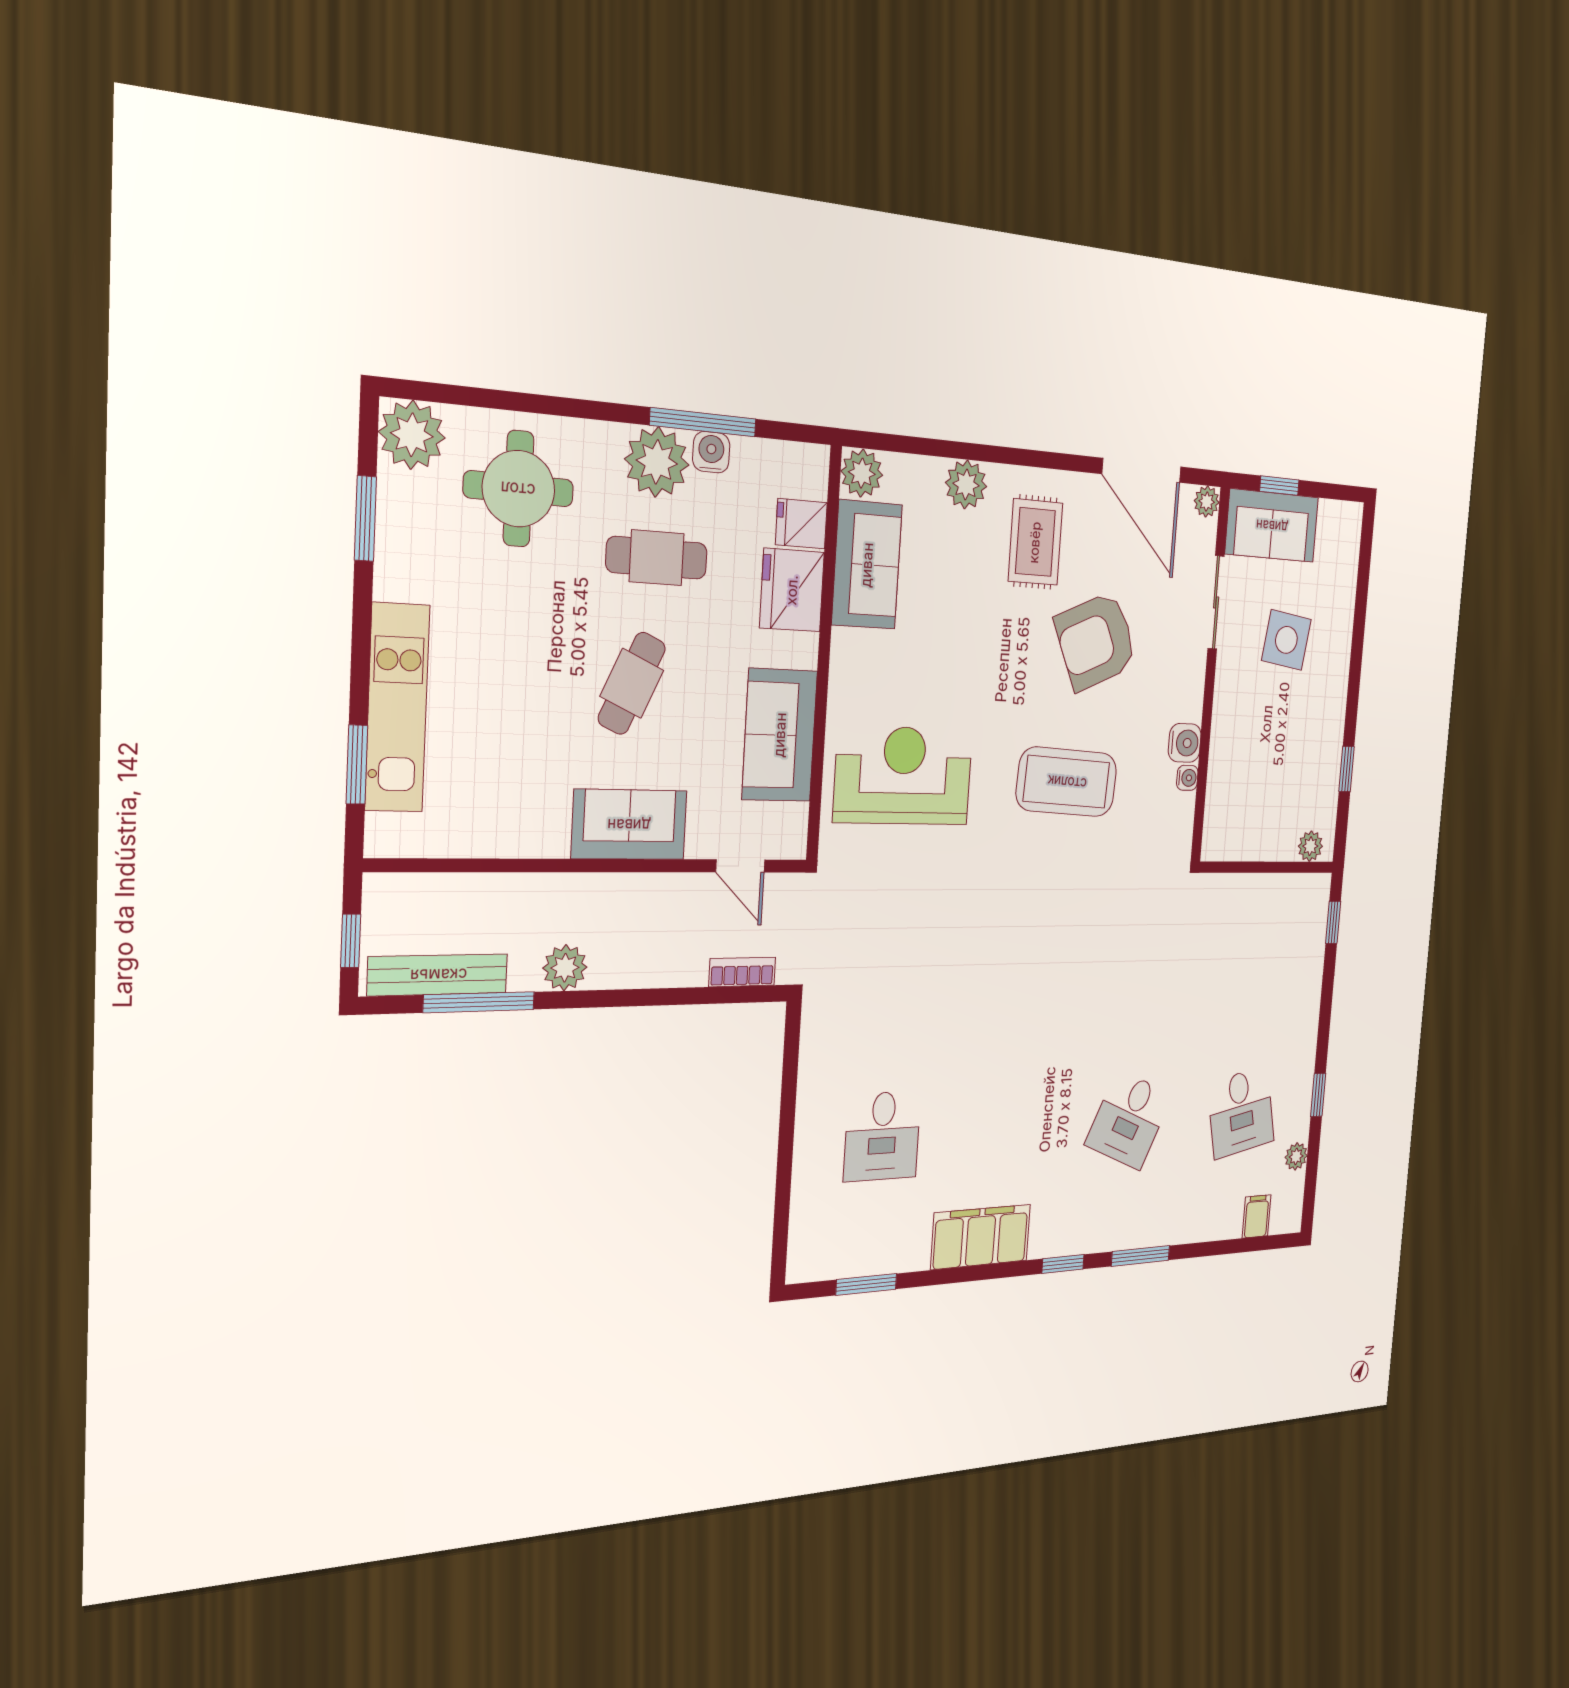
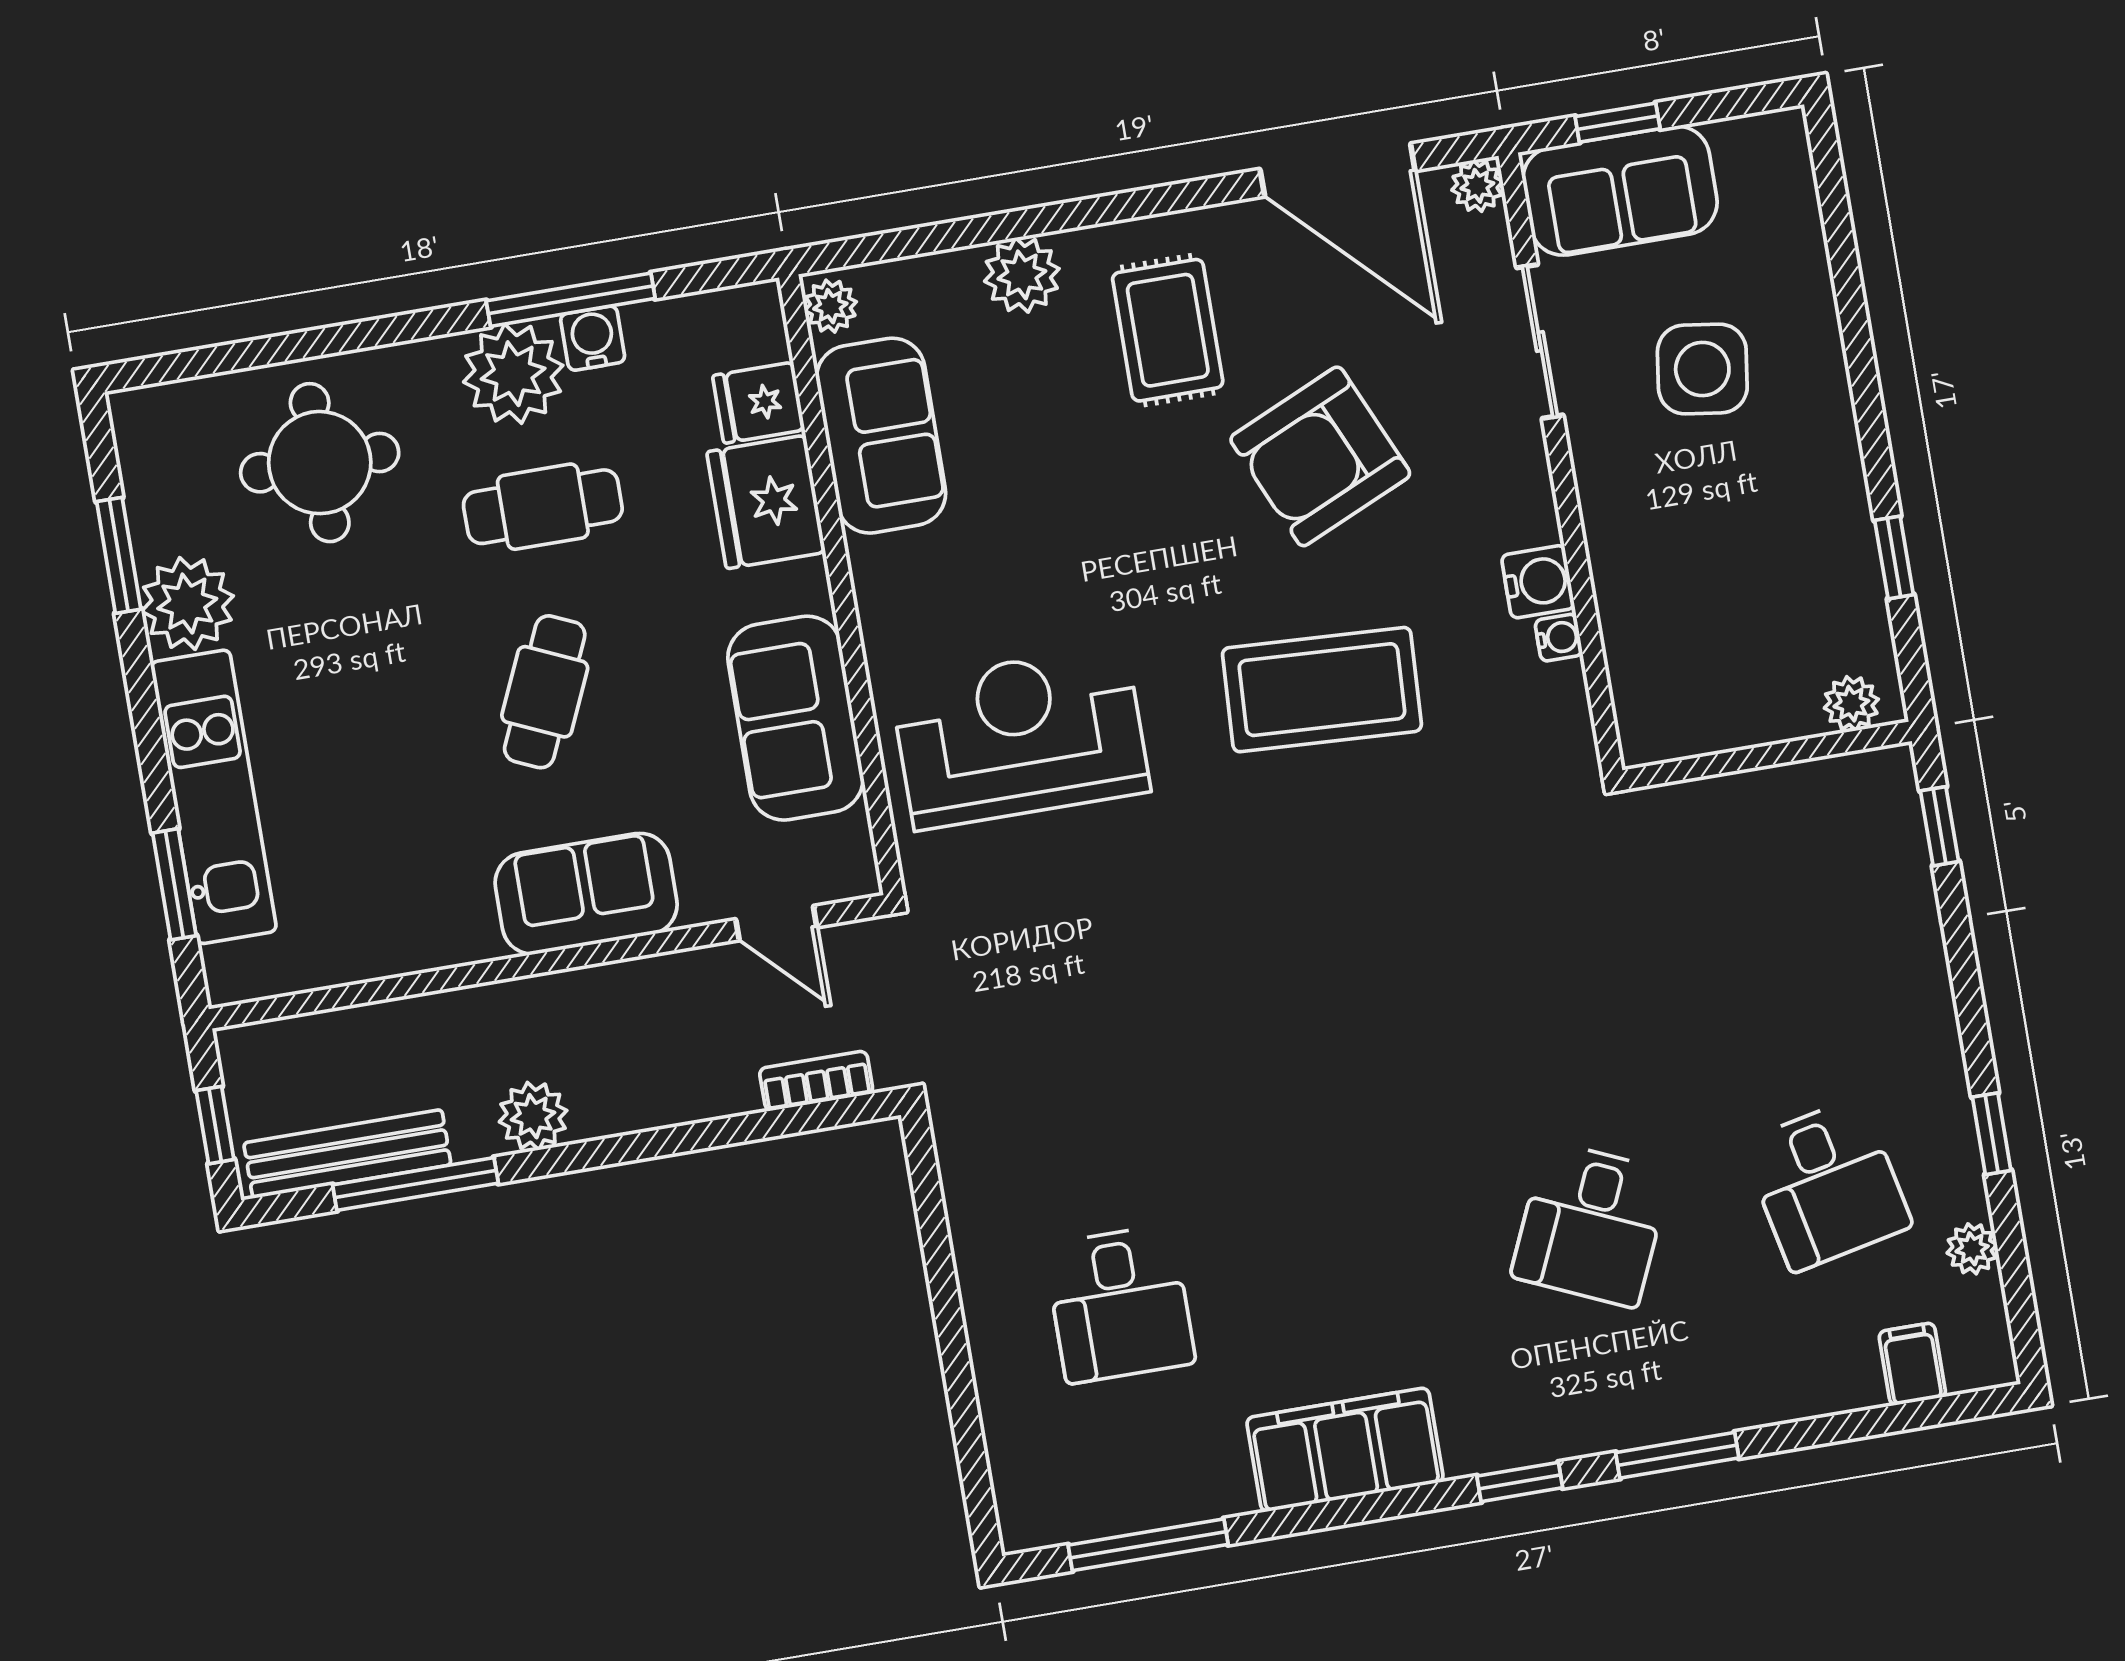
plant: (412, 435) -> (187, 604), moved
plant: (862, 473) -> (830, 306), width x0.73, depth x0.73
window: (866, 1284) -> (1148, 1545), width x1.44

